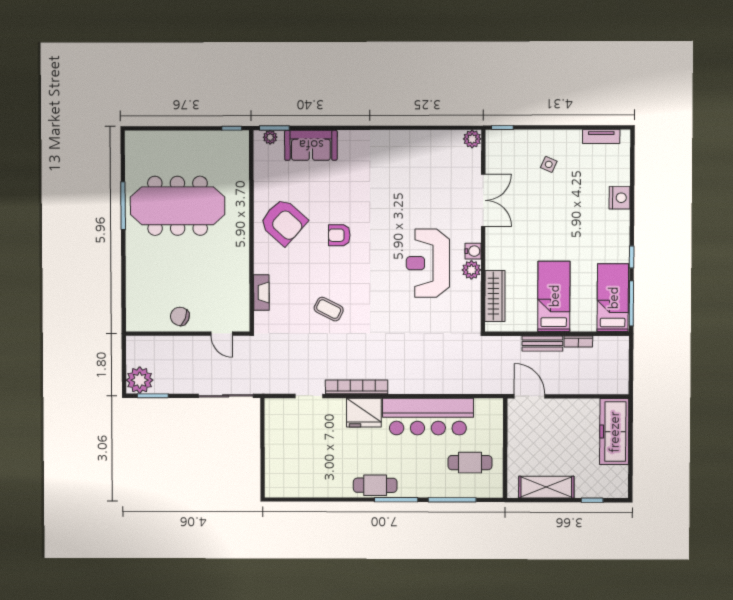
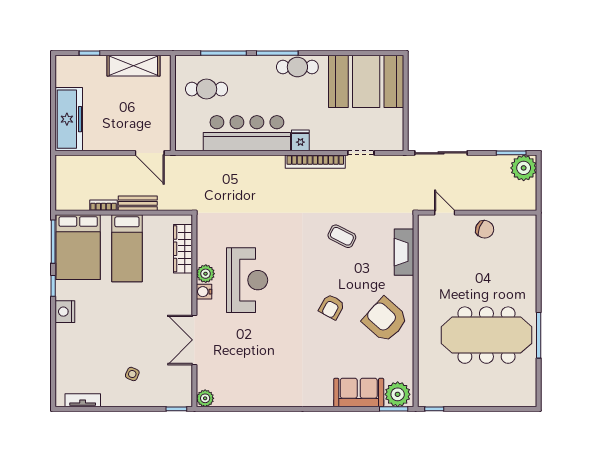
plant: (270, 137) -> (398, 394), width x1.87, depth x1.87
nightstand: (620, 198) -> (65, 312), moved
armchair: (339, 235) -> (332, 307), turned 119
fireplace: (261, 293) -> (404, 252), width x1.37, depth x1.32
bed: (613, 298) -> (78, 247), width x1.50
fridge: (364, 413) -> (300, 140), width x0.53, depth x0.75
booth: (304, 470) -> (366, 81), added

